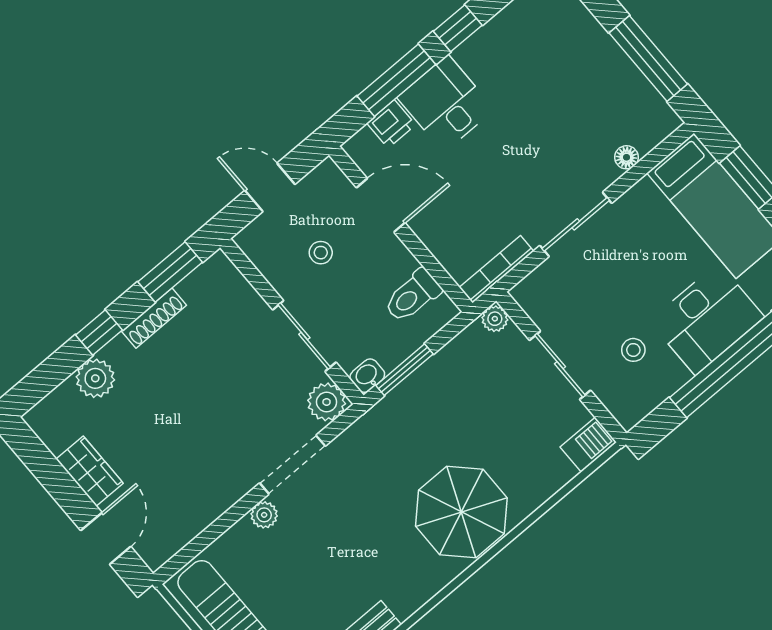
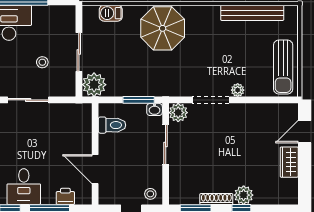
desk: (446, 104) -> (24, 187), moved
stool: (321, 253) -> (150, 194), moved
bookcase: (497, 269) -> (72, 108), removed
plant: (495, 319) -> (94, 85), width x1.88, depth x1.88
stool: (633, 350) -> (42, 62), moved
plant: (95, 378) -> (244, 195), moved
barbecue: (588, 445) -> (111, 13), moved

